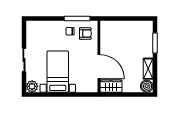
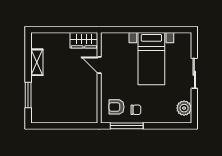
door: (99, 67) -> (99, 65), width x0.53
plant: (32, 86) -> (184, 108), moved
boiler: (147, 86) -> (39, 40), removed

